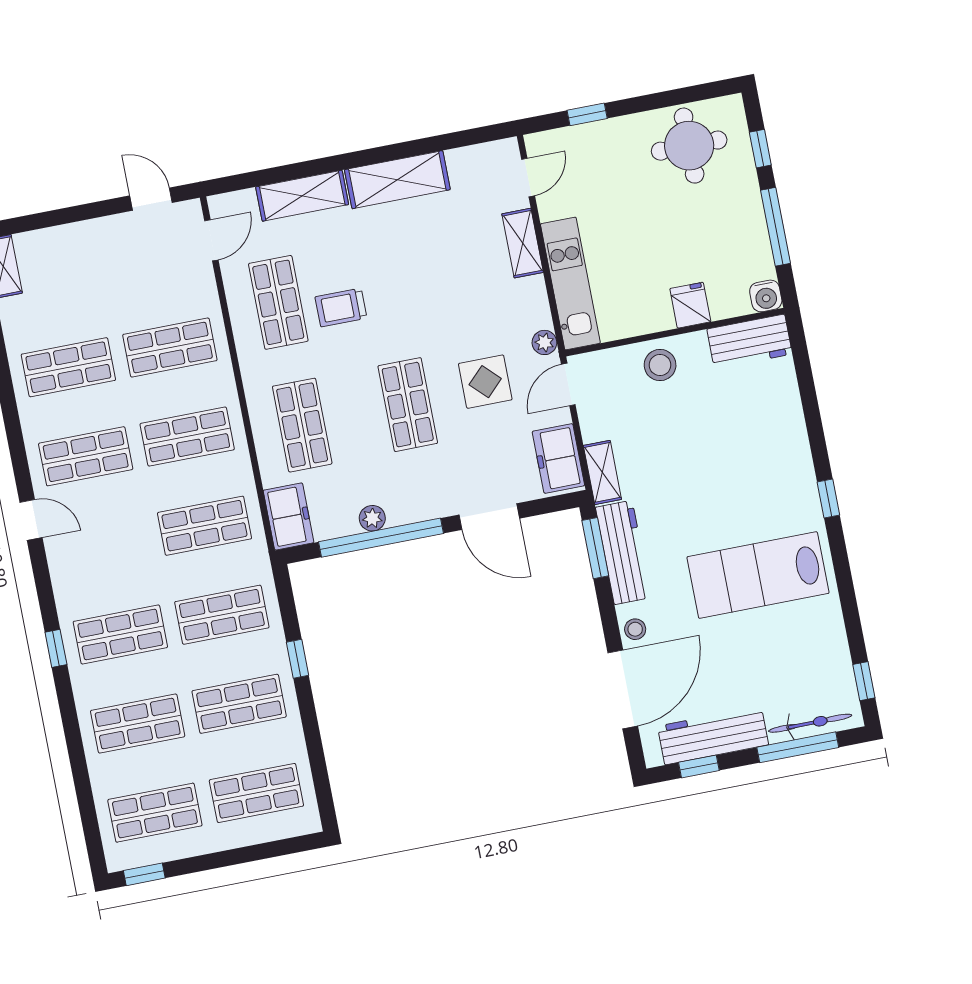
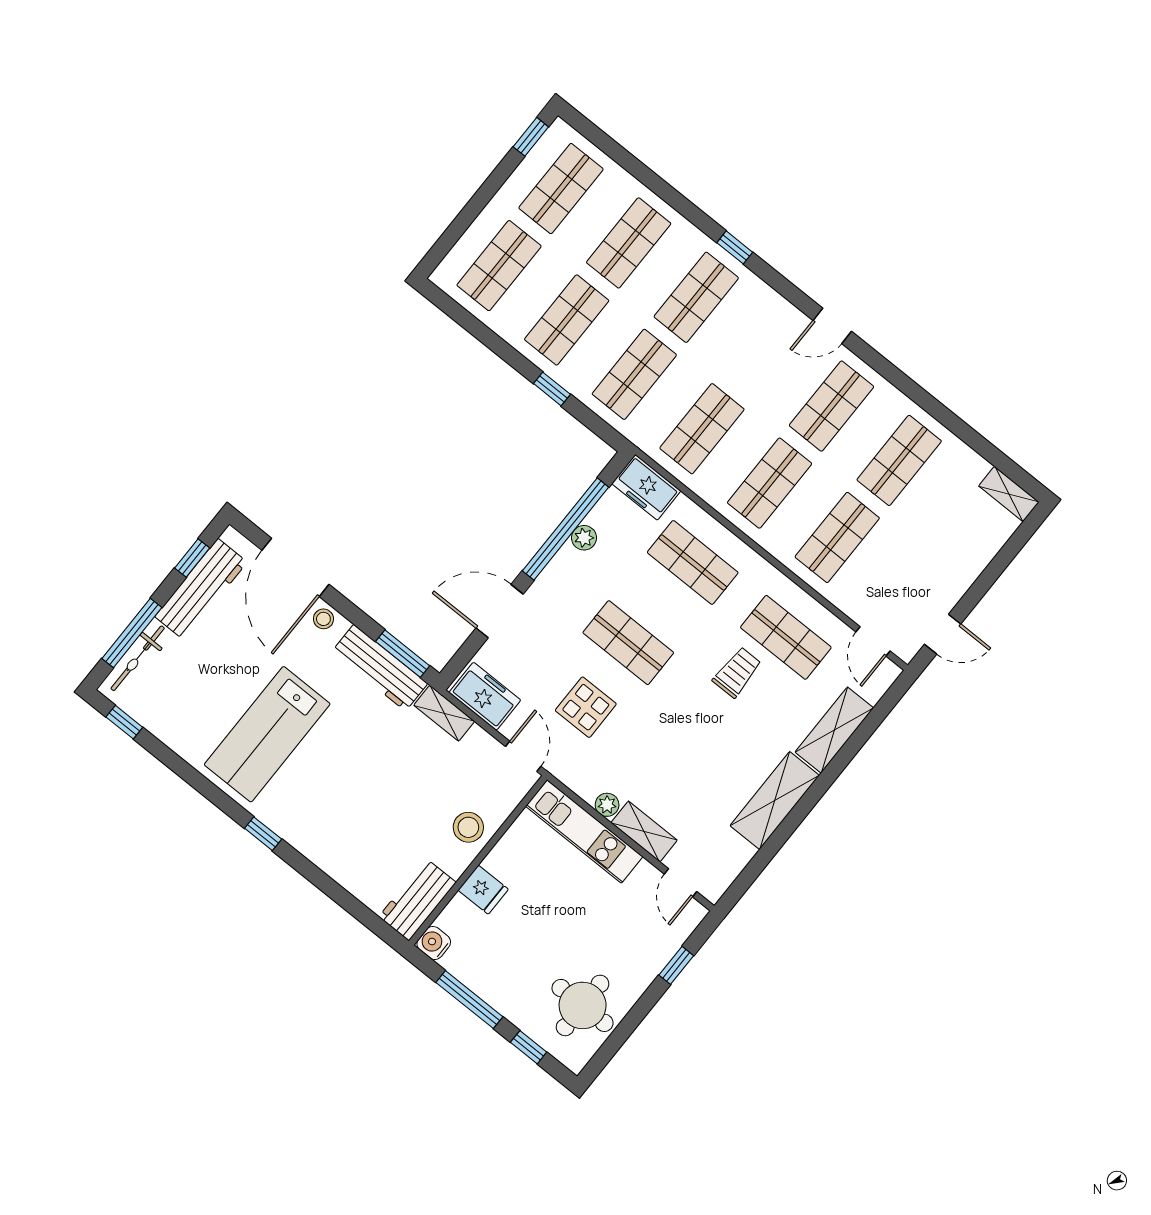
plant: (544, 342) -> (607, 805), moved
lab bench: (758, 575) -> (267, 734), turned 180

